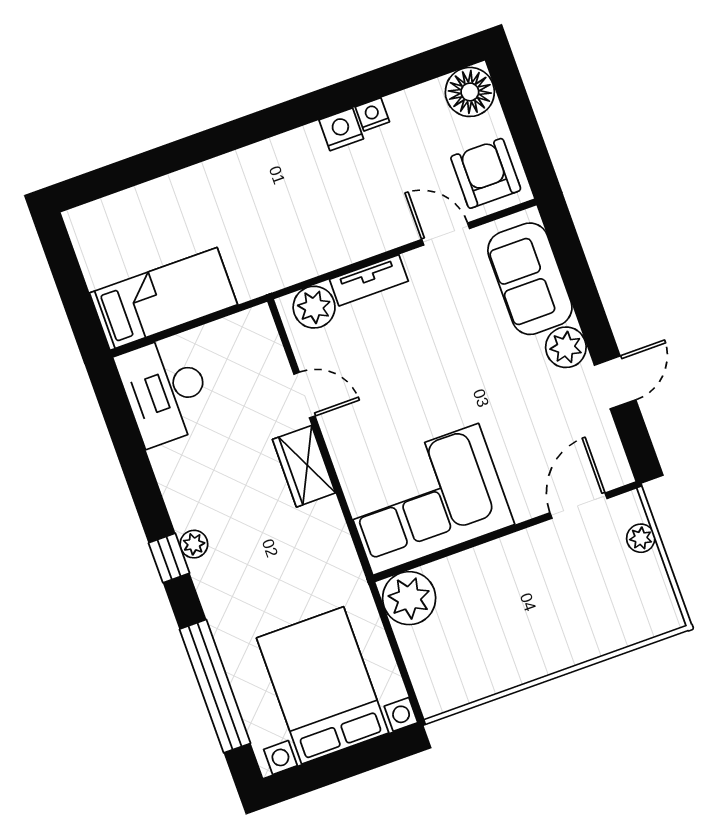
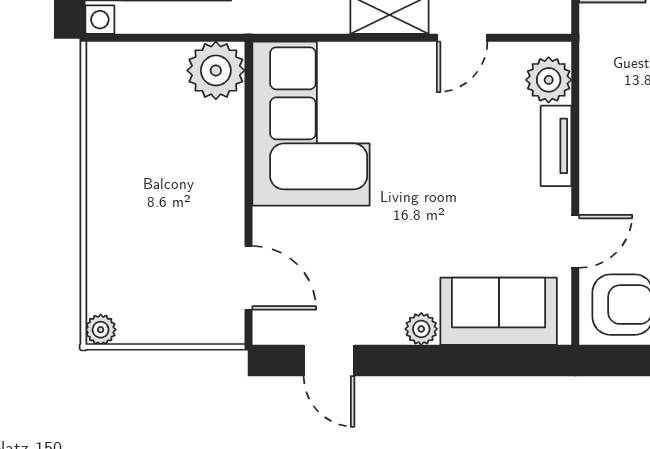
plant: (566, 347) -> (421, 329), width x0.73, depth x0.73
door: (615, 382) -> (329, 361), moved
plant: (641, 538) -> (101, 330), moved

